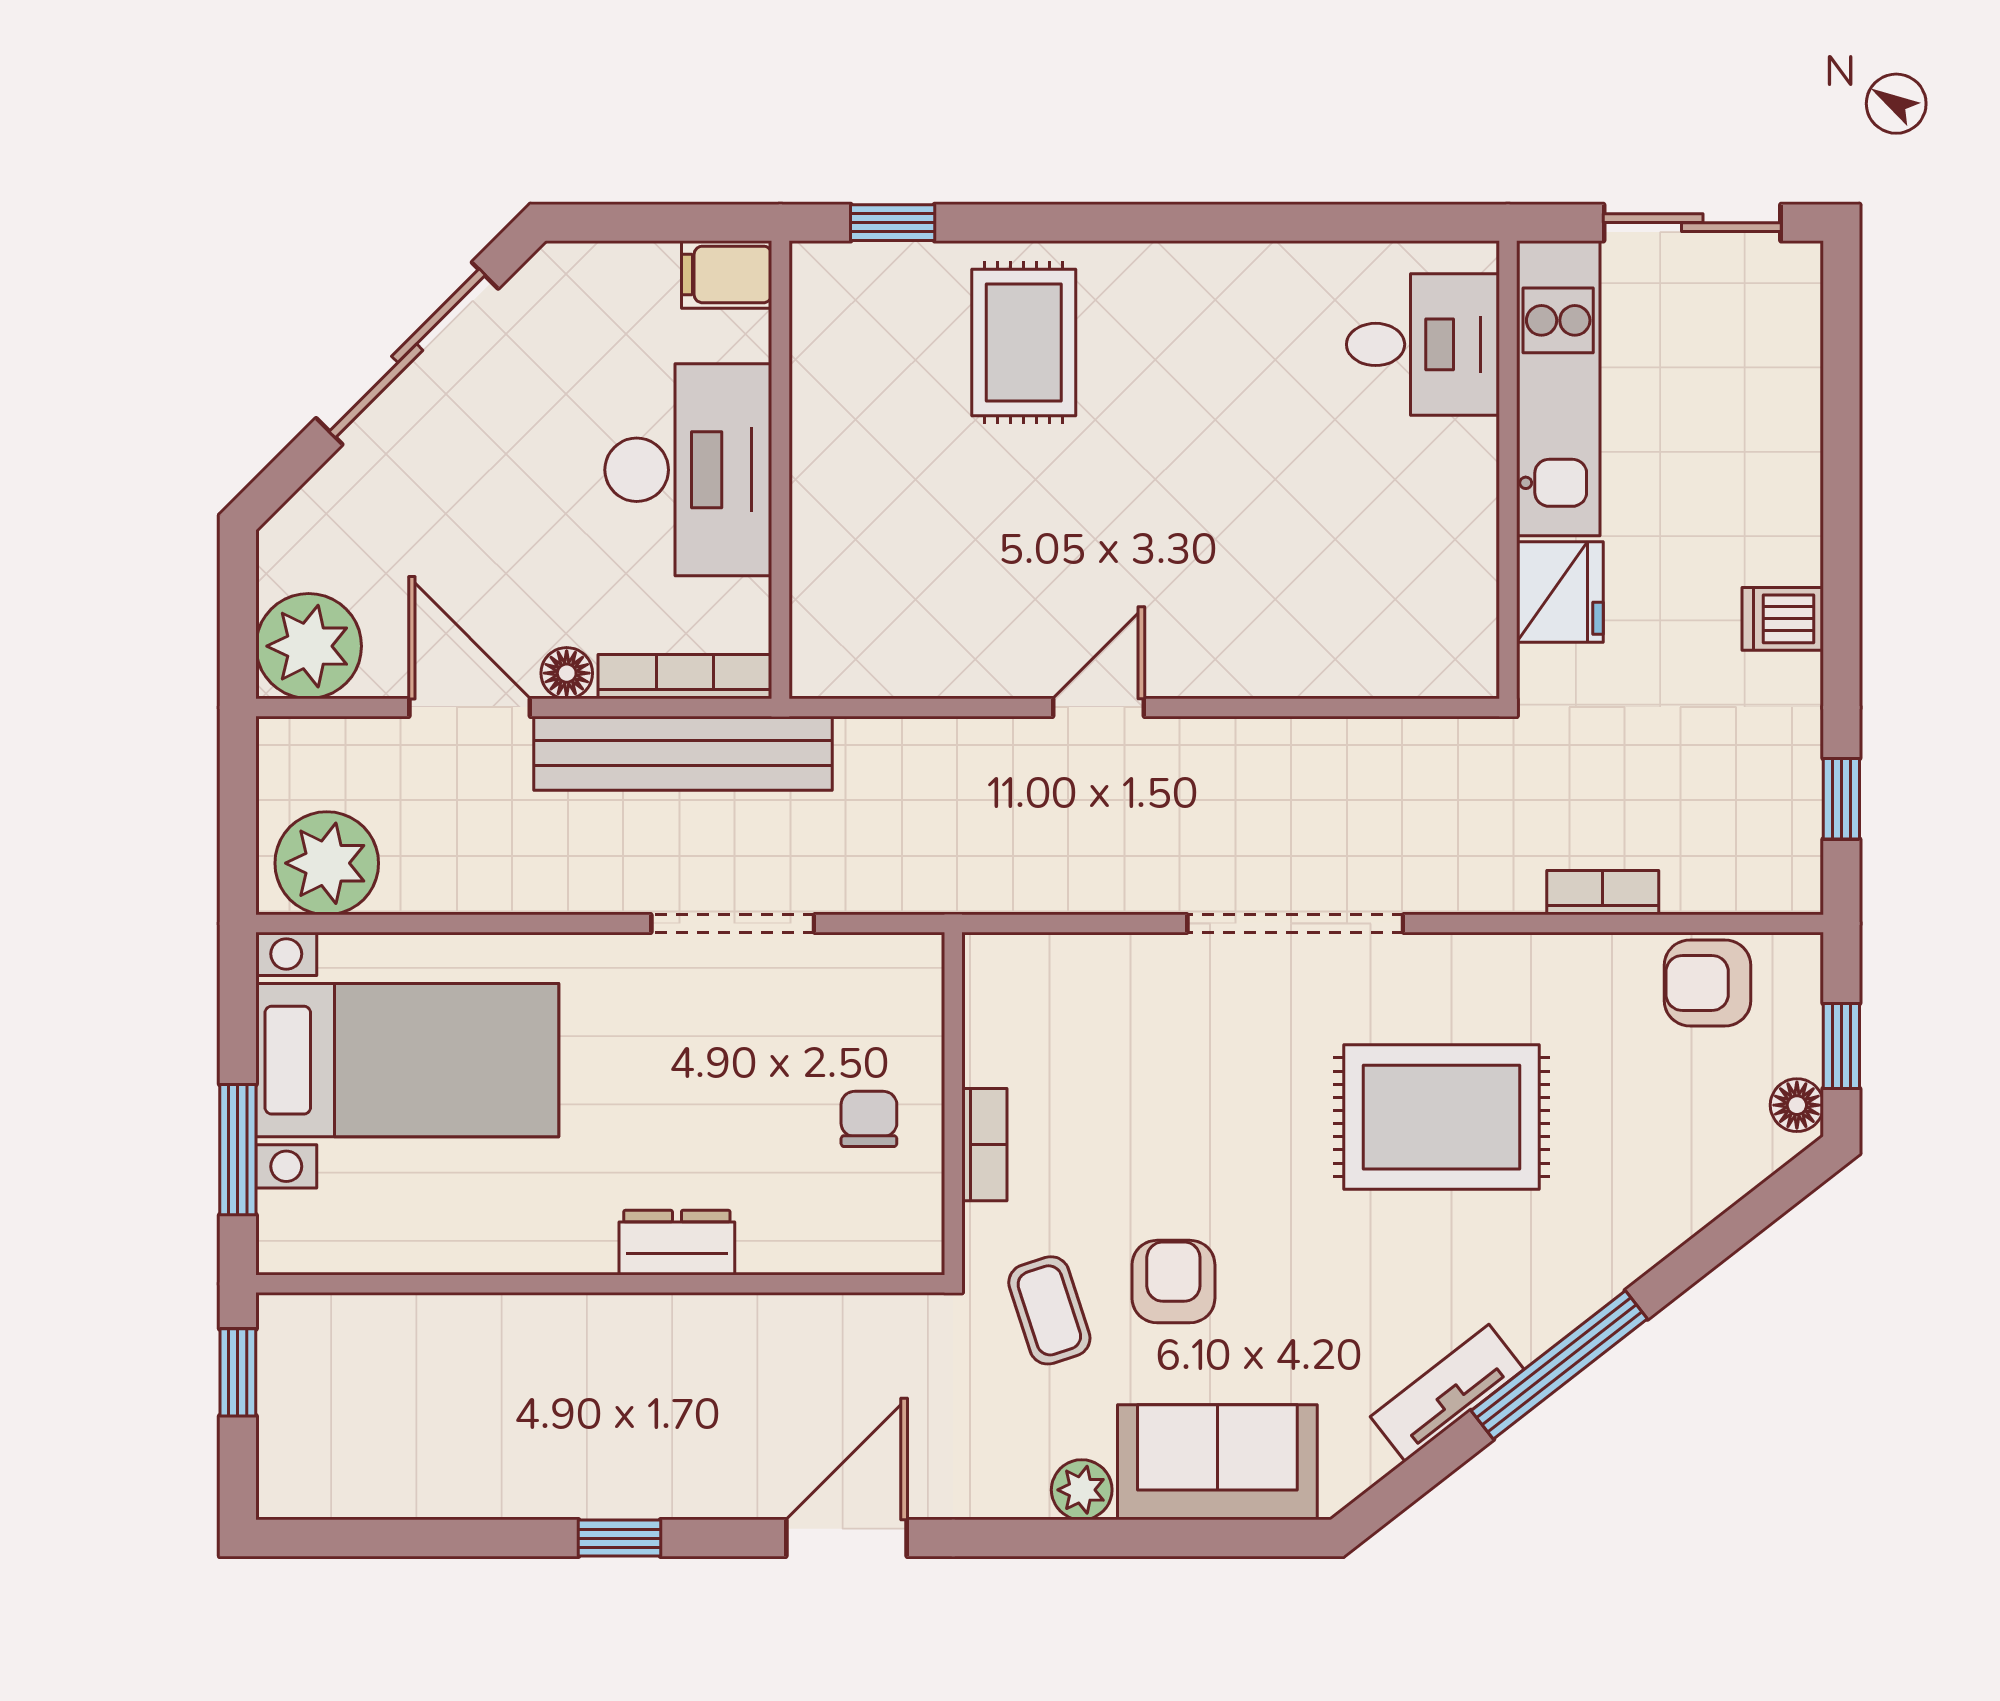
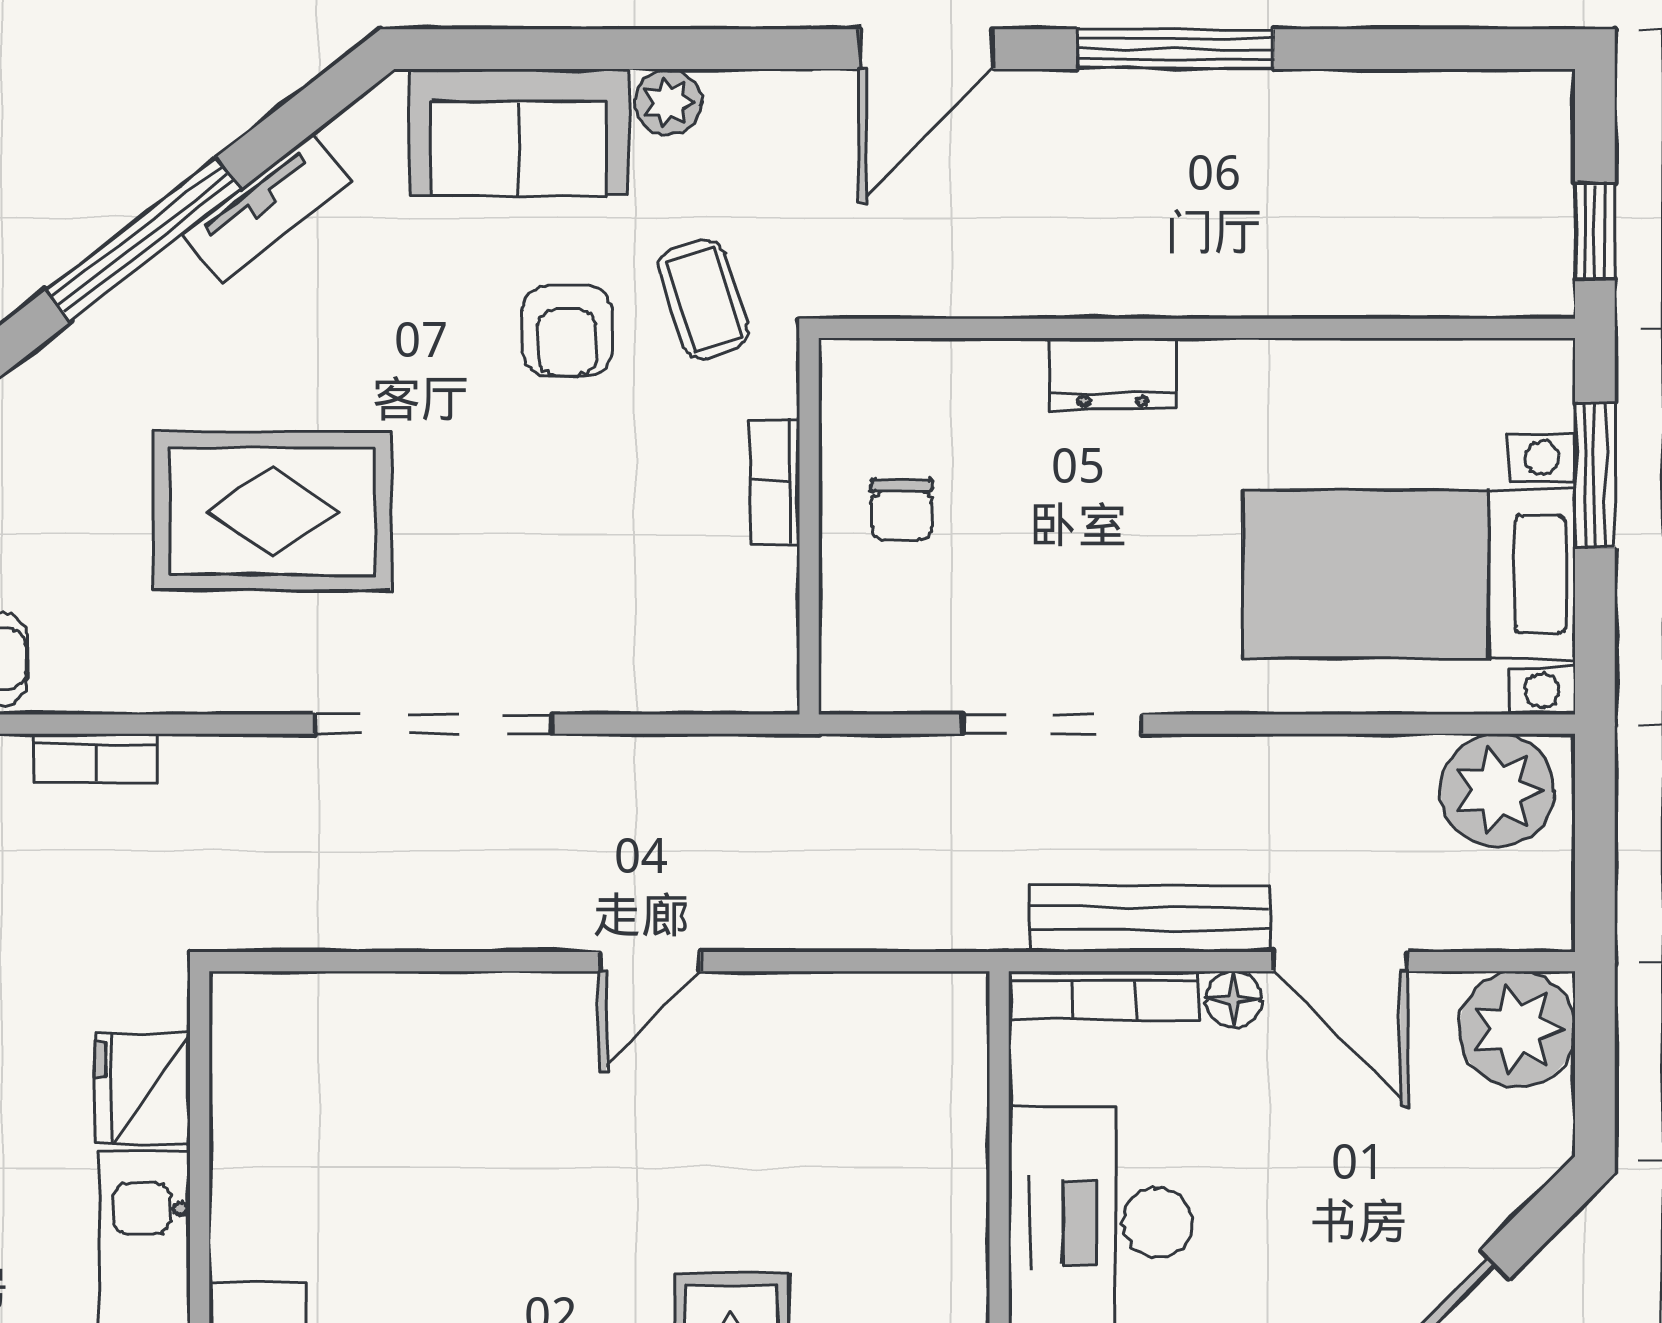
bench: (683, 753) -> (1150, 919), width x0.73, depth x0.82
window: (620, 1538) -> (1176, 49), width x2.17

